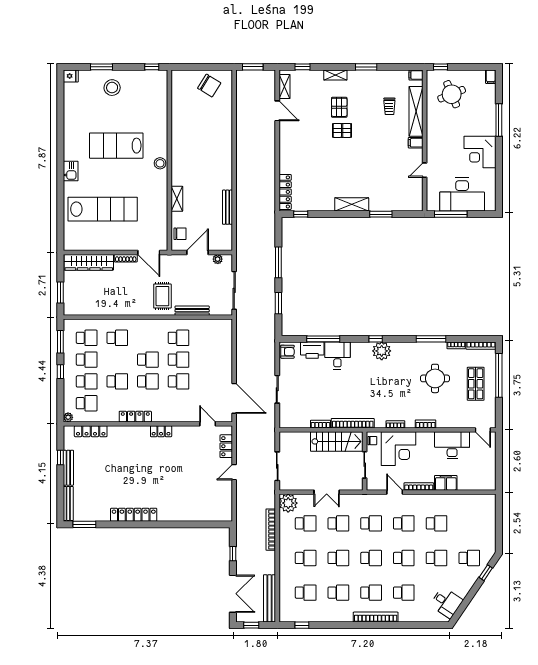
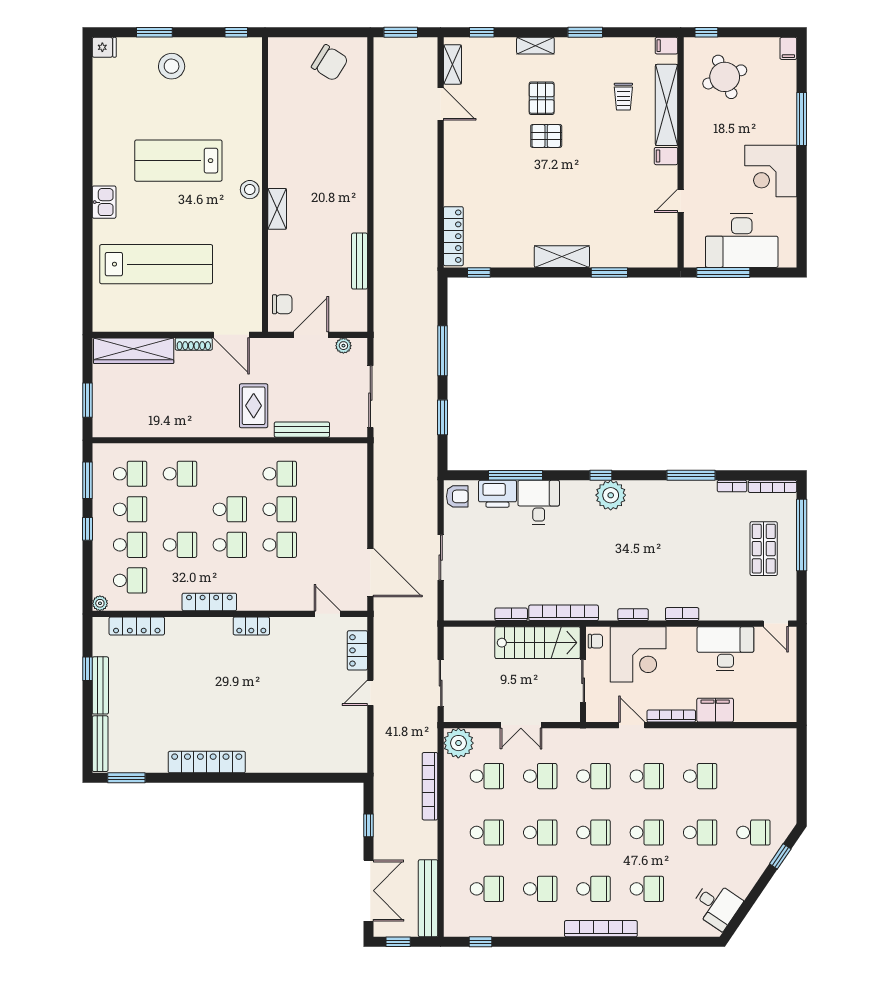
shelving: (177, 199) -> (277, 209), moved
round table: (435, 378) -> (698, 540), removed

